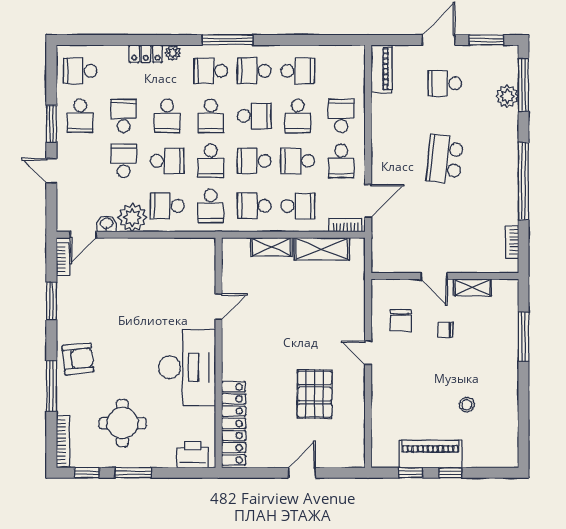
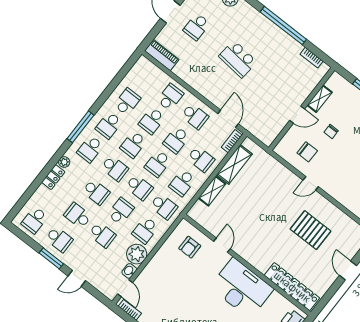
school desk: (254, 116) -> (133, 144), turned 180
school desk: (298, 116) -> (152, 121), turned 90
school desk: (341, 116) -> (170, 97), turned 90
school desk: (124, 161) -> (102, 235), turned 180
school desk: (298, 206) -> (201, 159), turned 90
armchair: (188, 272) -> (190, 247), added

